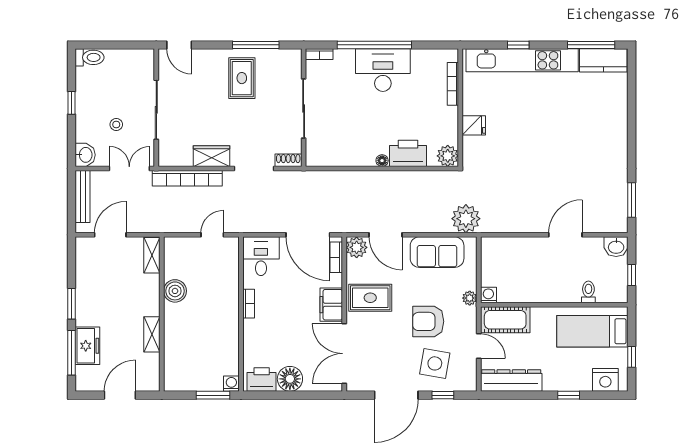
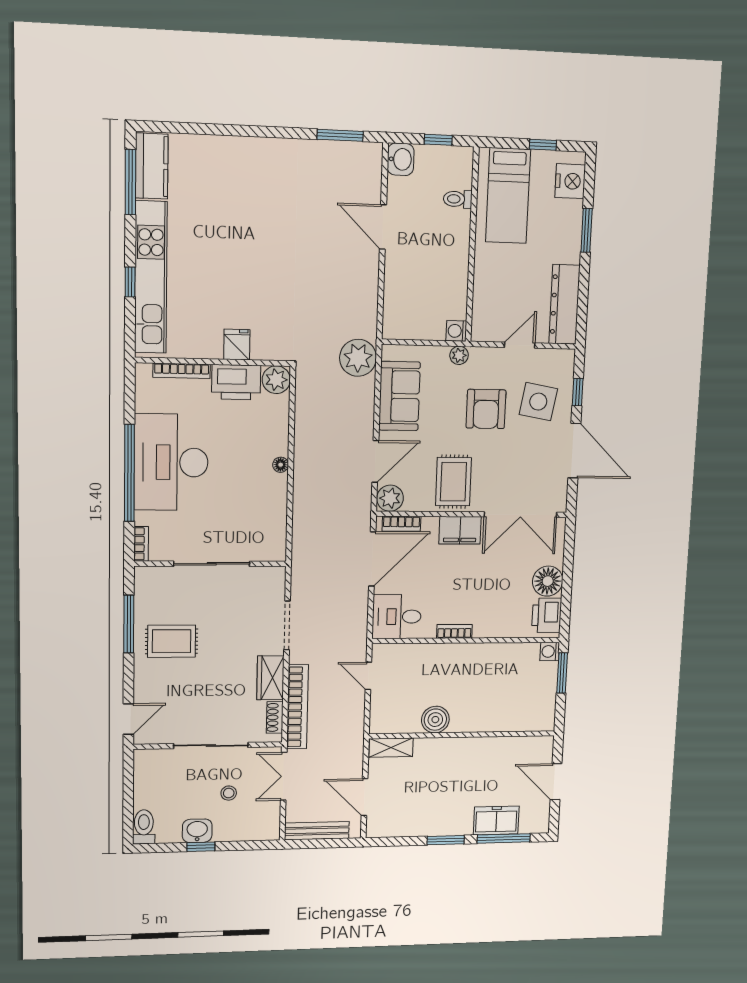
desk: (383, 70) -> (171, 462), width x1.36, depth x1.30
printer: (408, 153) -> (236, 382), moved, turned -90
washbasin: (85, 155) -> (197, 831), moved
shoe rack: (288, 160) -> (275, 717), moved
cot: (505, 320) -> (488, 310), removed
shelving: (152, 334) -> (486, 746), removed
window: (569, 395) -> (587, 230), width x1.50

